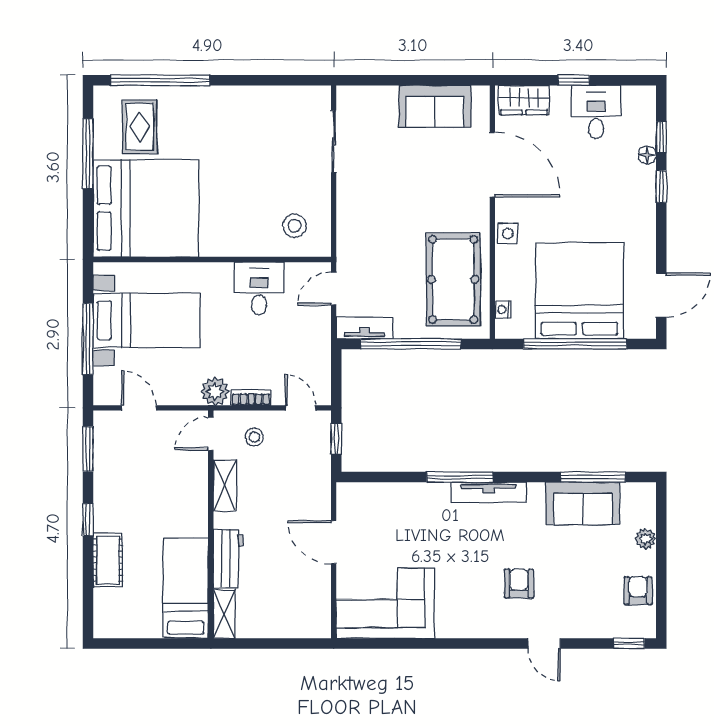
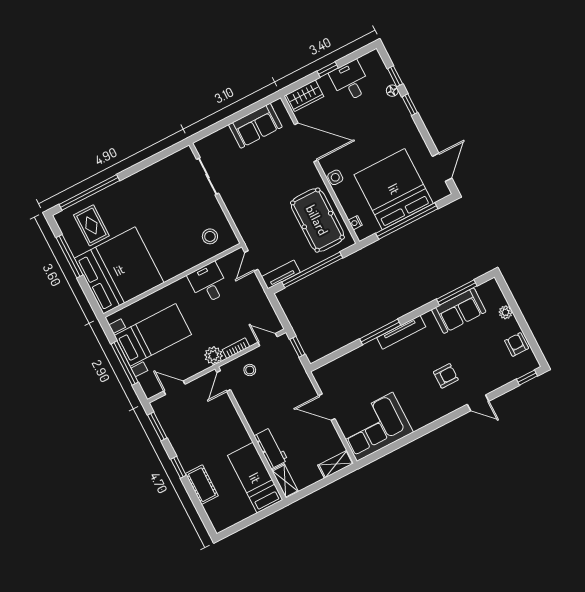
shelving: (225, 486) -> (336, 464), moved, turned 90
armchair: (519, 584) -> (446, 376), turned 90

